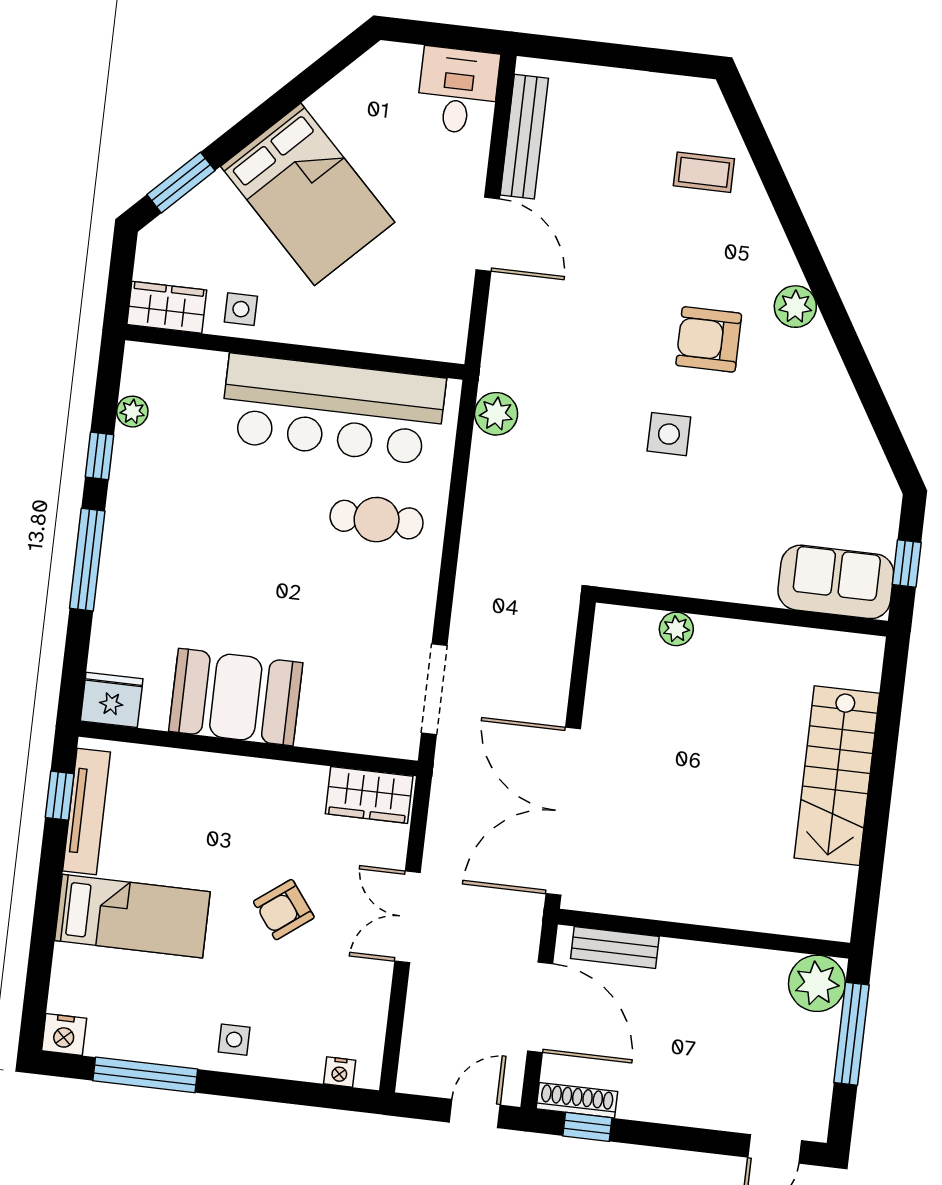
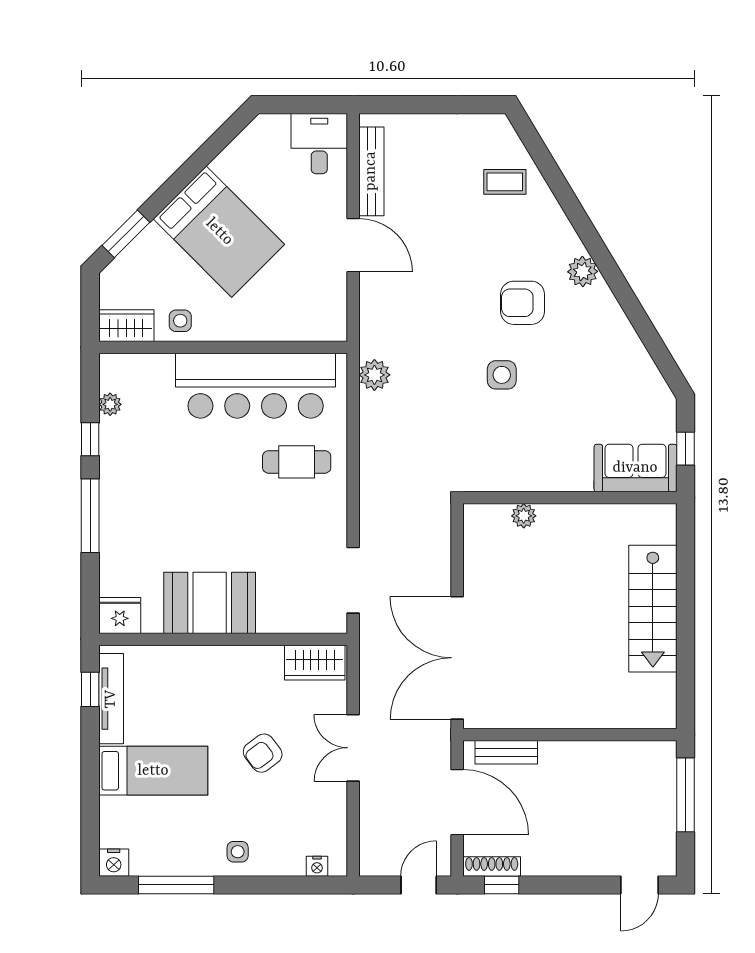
plant: (817, 983) -> (656, 761), removed

